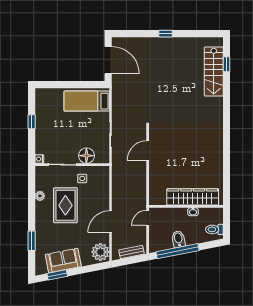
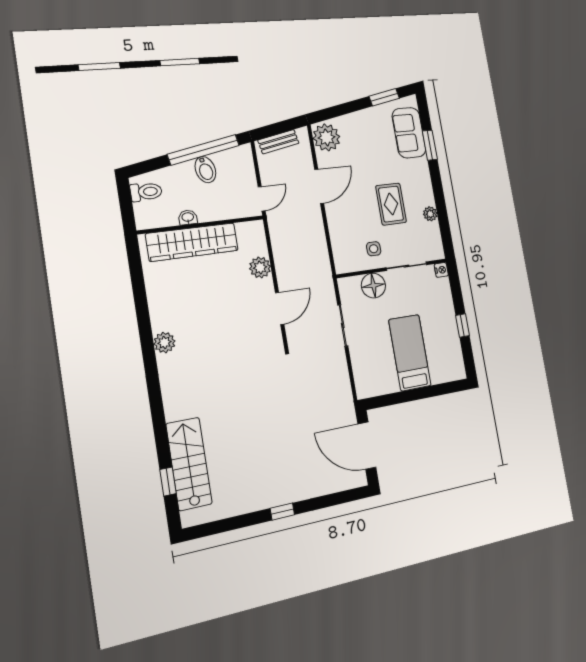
bed: (87, 101) -> (410, 353), moved, turned -90
plant: (217, 141) -> (164, 343), added
plant: (155, 177) -> (260, 267), added
rug: (65, 205) -> (391, 204), width x0.73, depth x0.70
sofa: (63, 260) -> (409, 133), moved, turned 101

